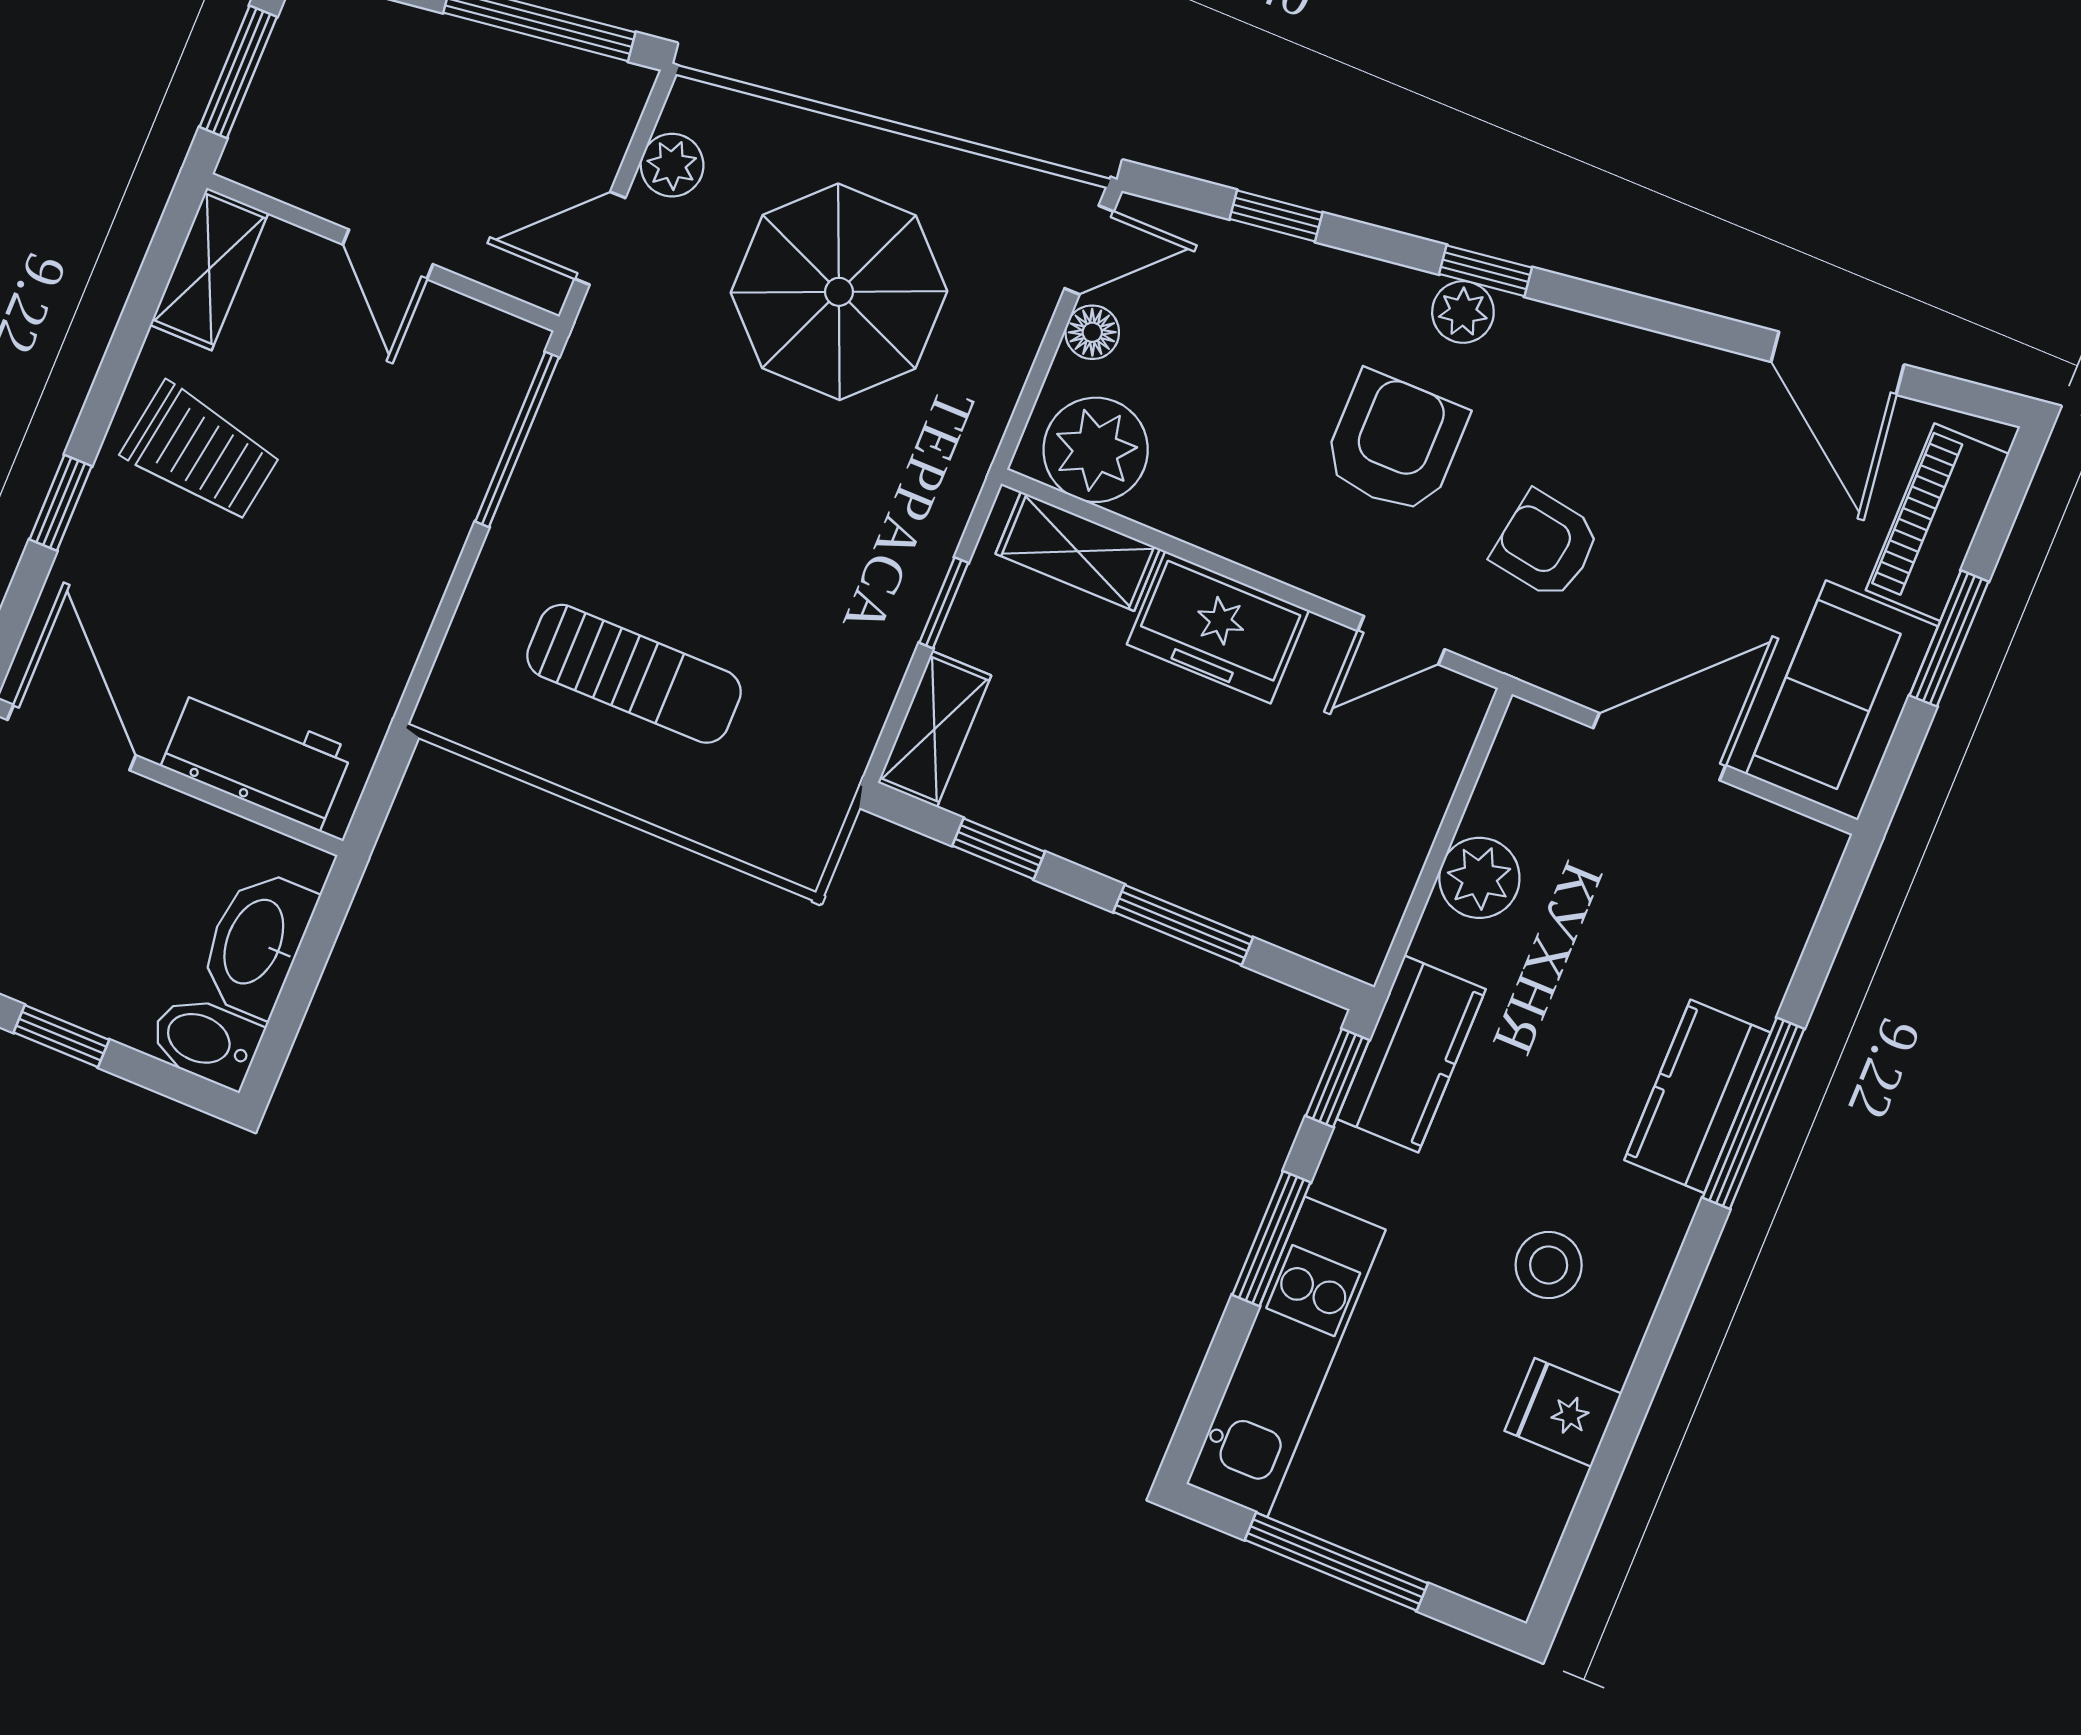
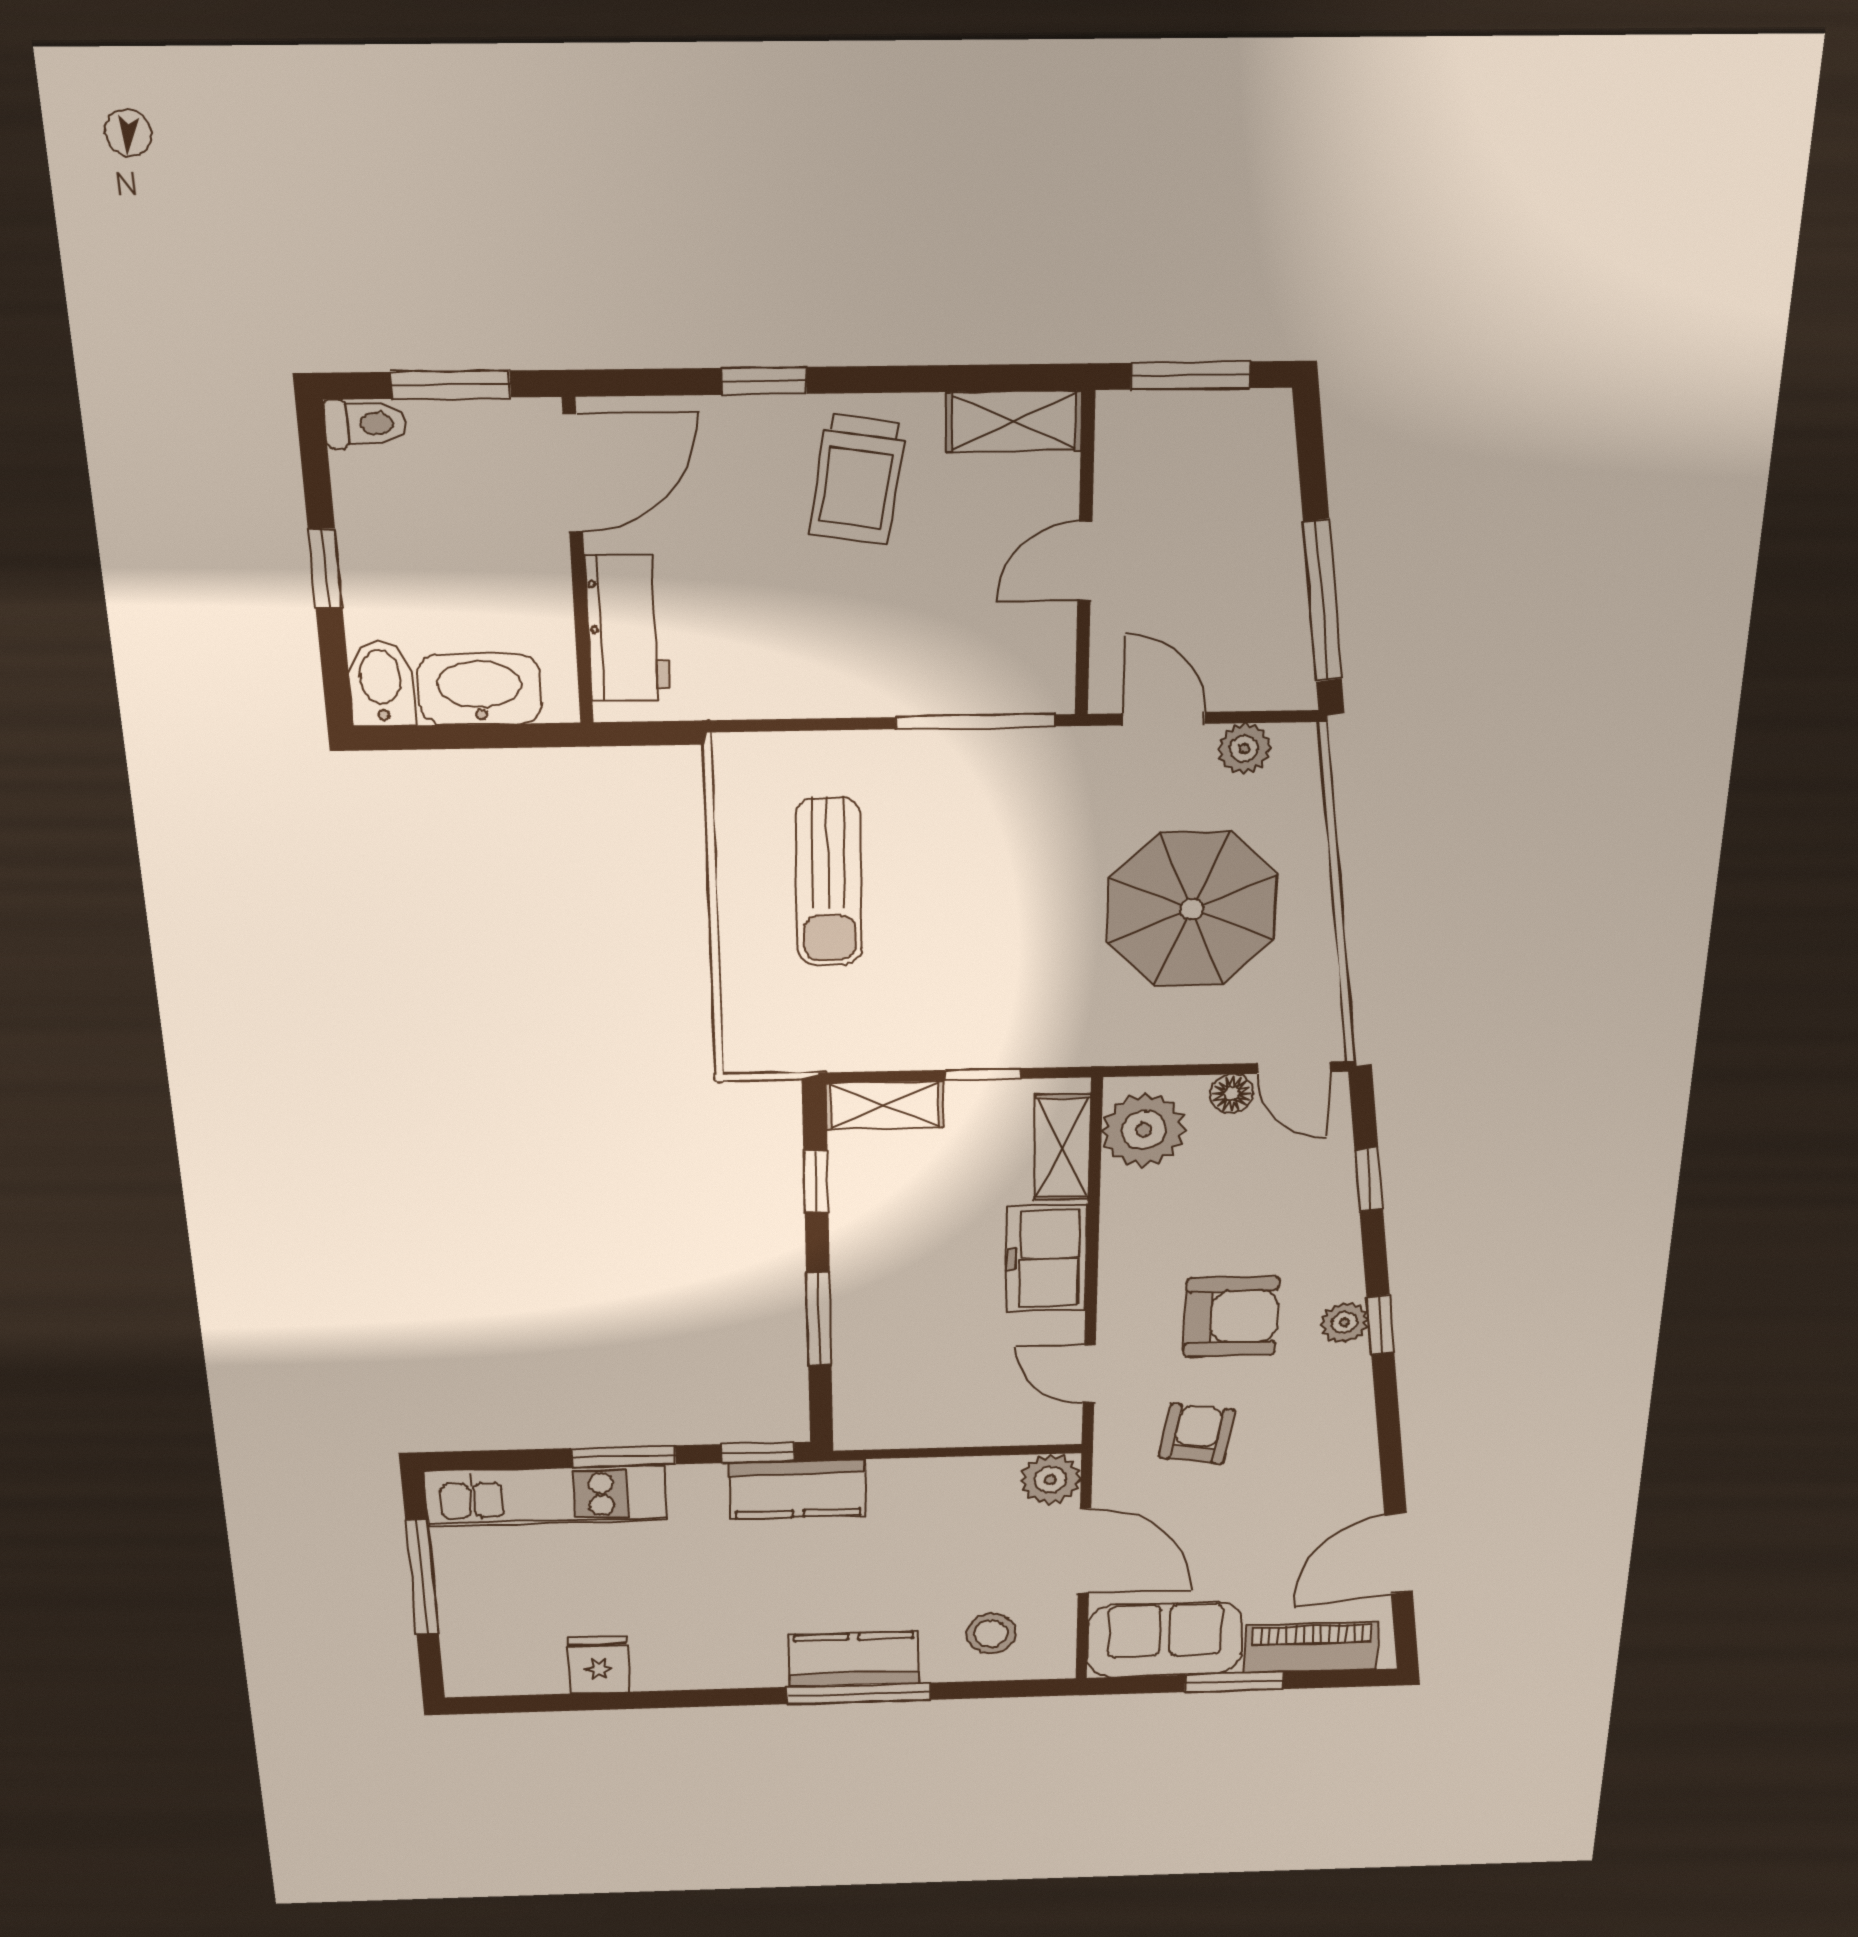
plant: (1479, 878) -> (1050, 1480), moved
stool: (1549, 1265) -> (991, 1634), moved

